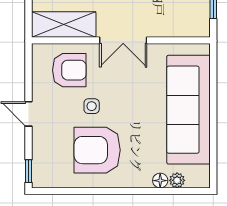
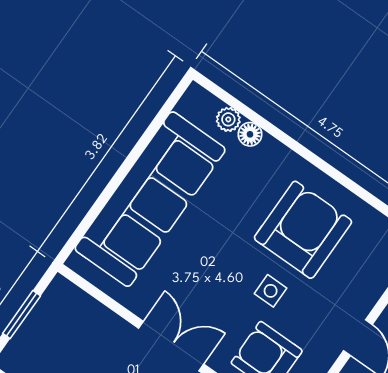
armchair: (97, 150) -> (303, 230), turned -90

